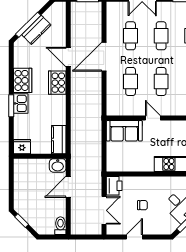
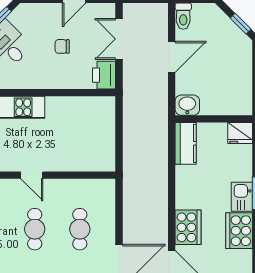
door: (153, 118) -> (32, 175), moved
sofa: (124, 131) -> (89, 156), removed
door: (68, 187) -> (172, 57), moved

